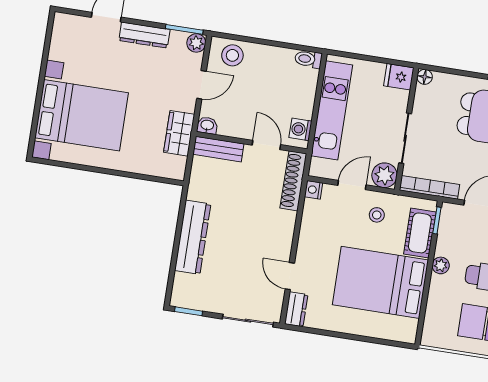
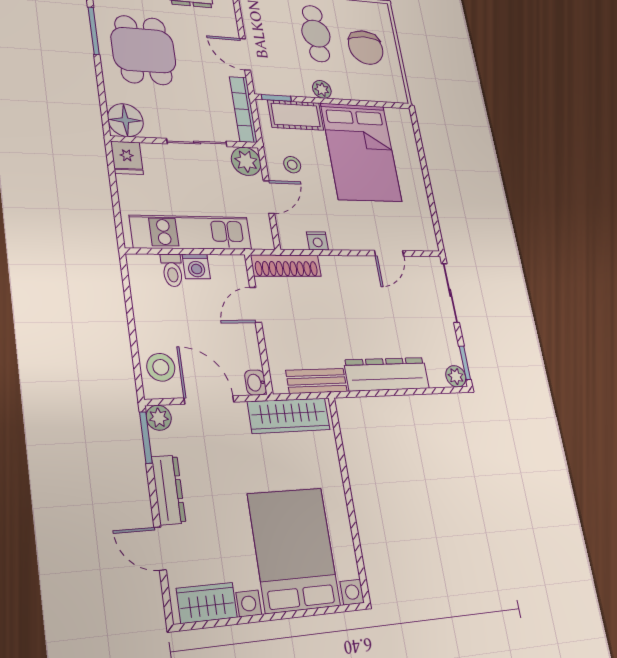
wardrobe: (62, 39) -> (207, 603), added
toilet: (308, 59) -> (172, 270), moved
floor lamp: (425, 77) -> (125, 120), width x1.89, depth x1.89
door: (201, 85) -> (209, 400), width x1.38
washing machine: (300, 129) -> (196, 267), moved
wardrobe: (179, 133) -> (289, 416), width x1.50
bench: (218, 149) -> (317, 381), moved, turned 90
door: (352, 185) -> (269, 197), swing flipped
nightstand: (314, 190) -> (317, 241), moved
plant: (179, 298) -> (456, 376), added
dresser: (296, 309) -> (420, 241), removed

